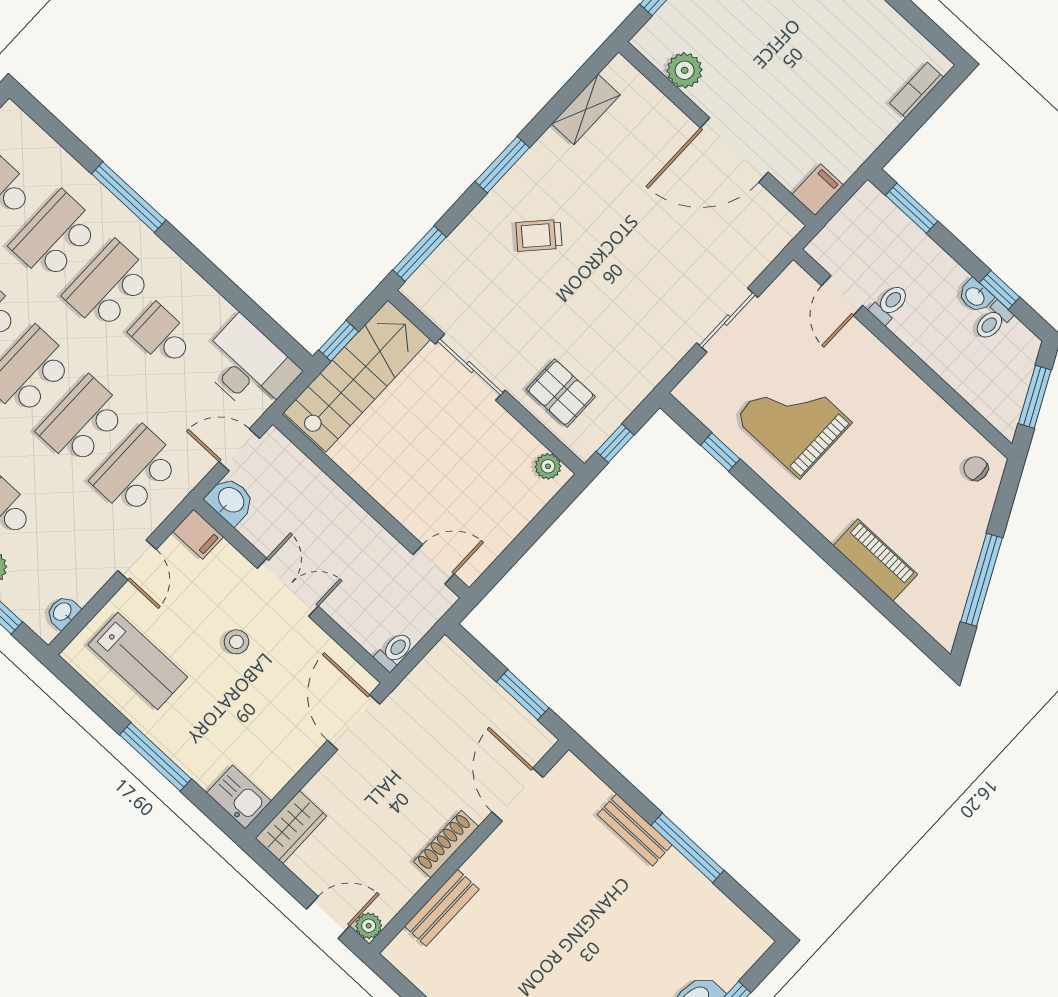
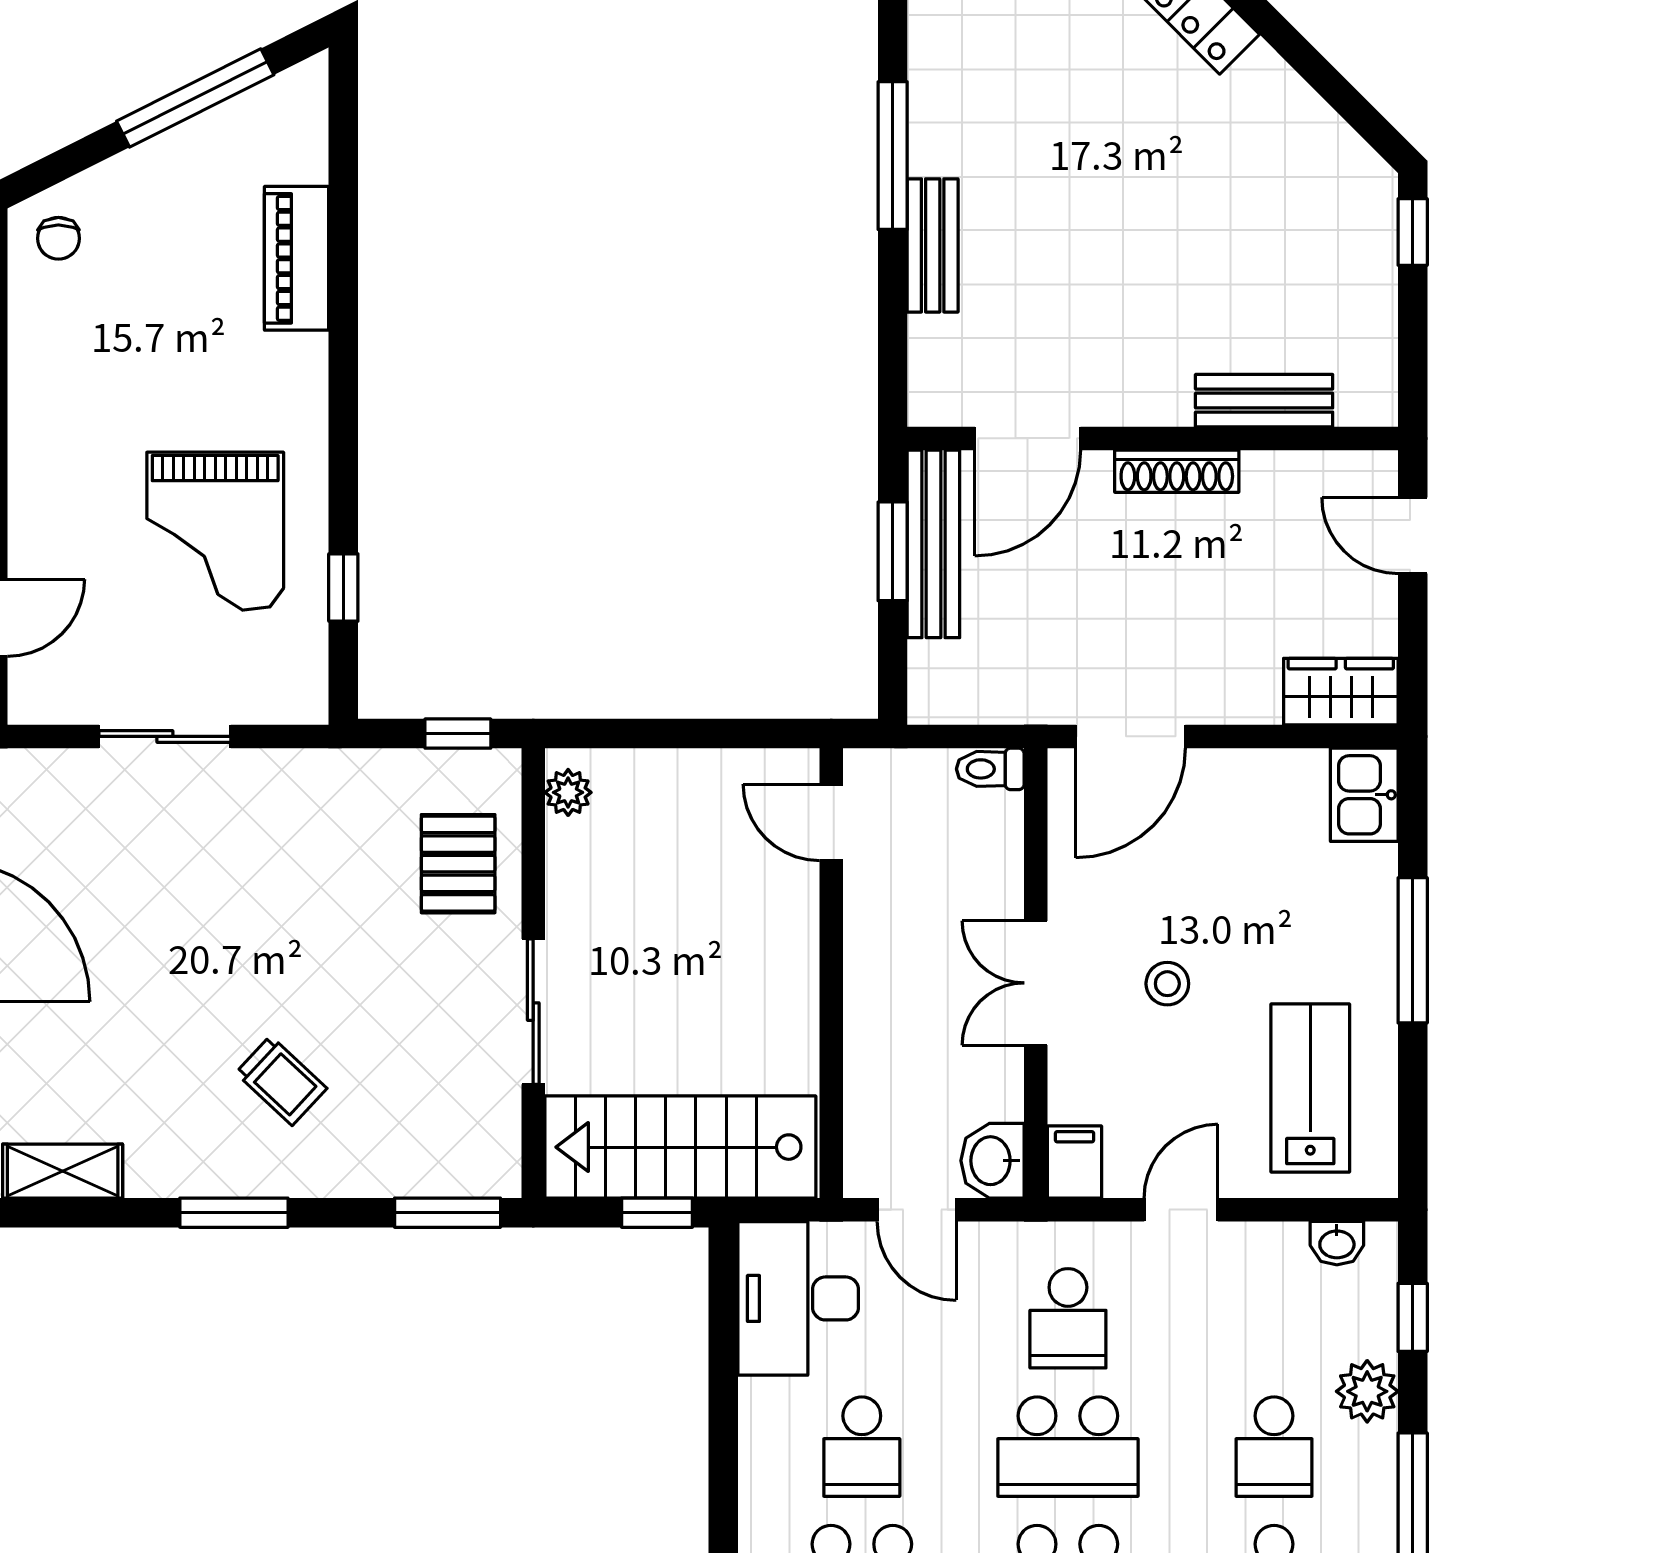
school desk: (136, 471) -> (1068, 1318), width x0.54
bench: (510, 715) -> (933, 544), added
plant: (369, 926) -> (1375, 473), removed

